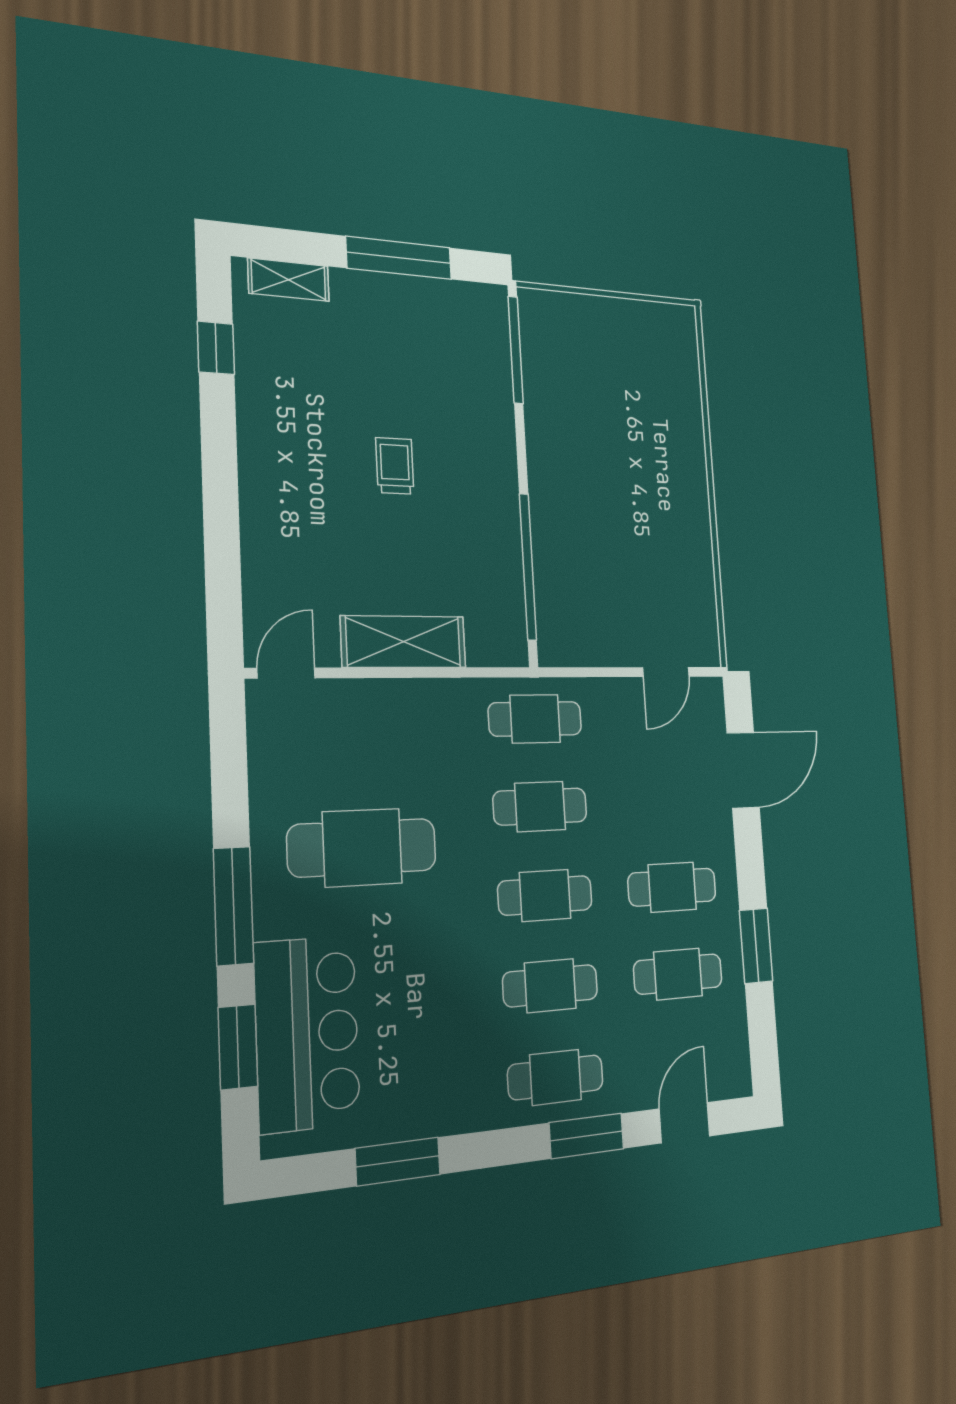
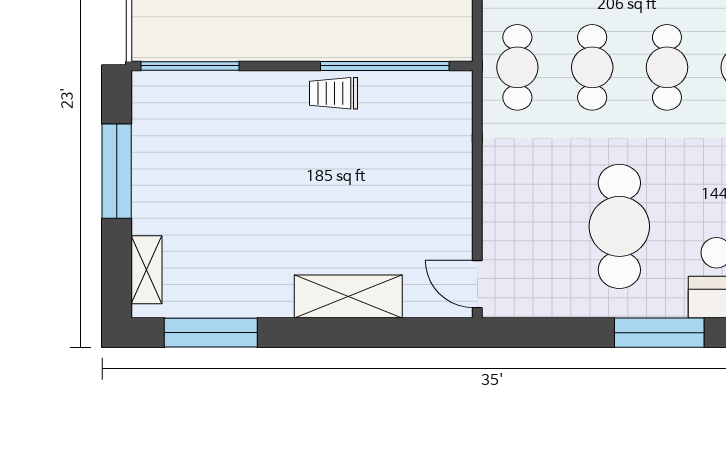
window: (216, 348) -> (211, 333), width x2.17
trolley: (395, 466) -> (334, 93), moved
shelving: (404, 642) -> (348, 297), moved, turned 90

